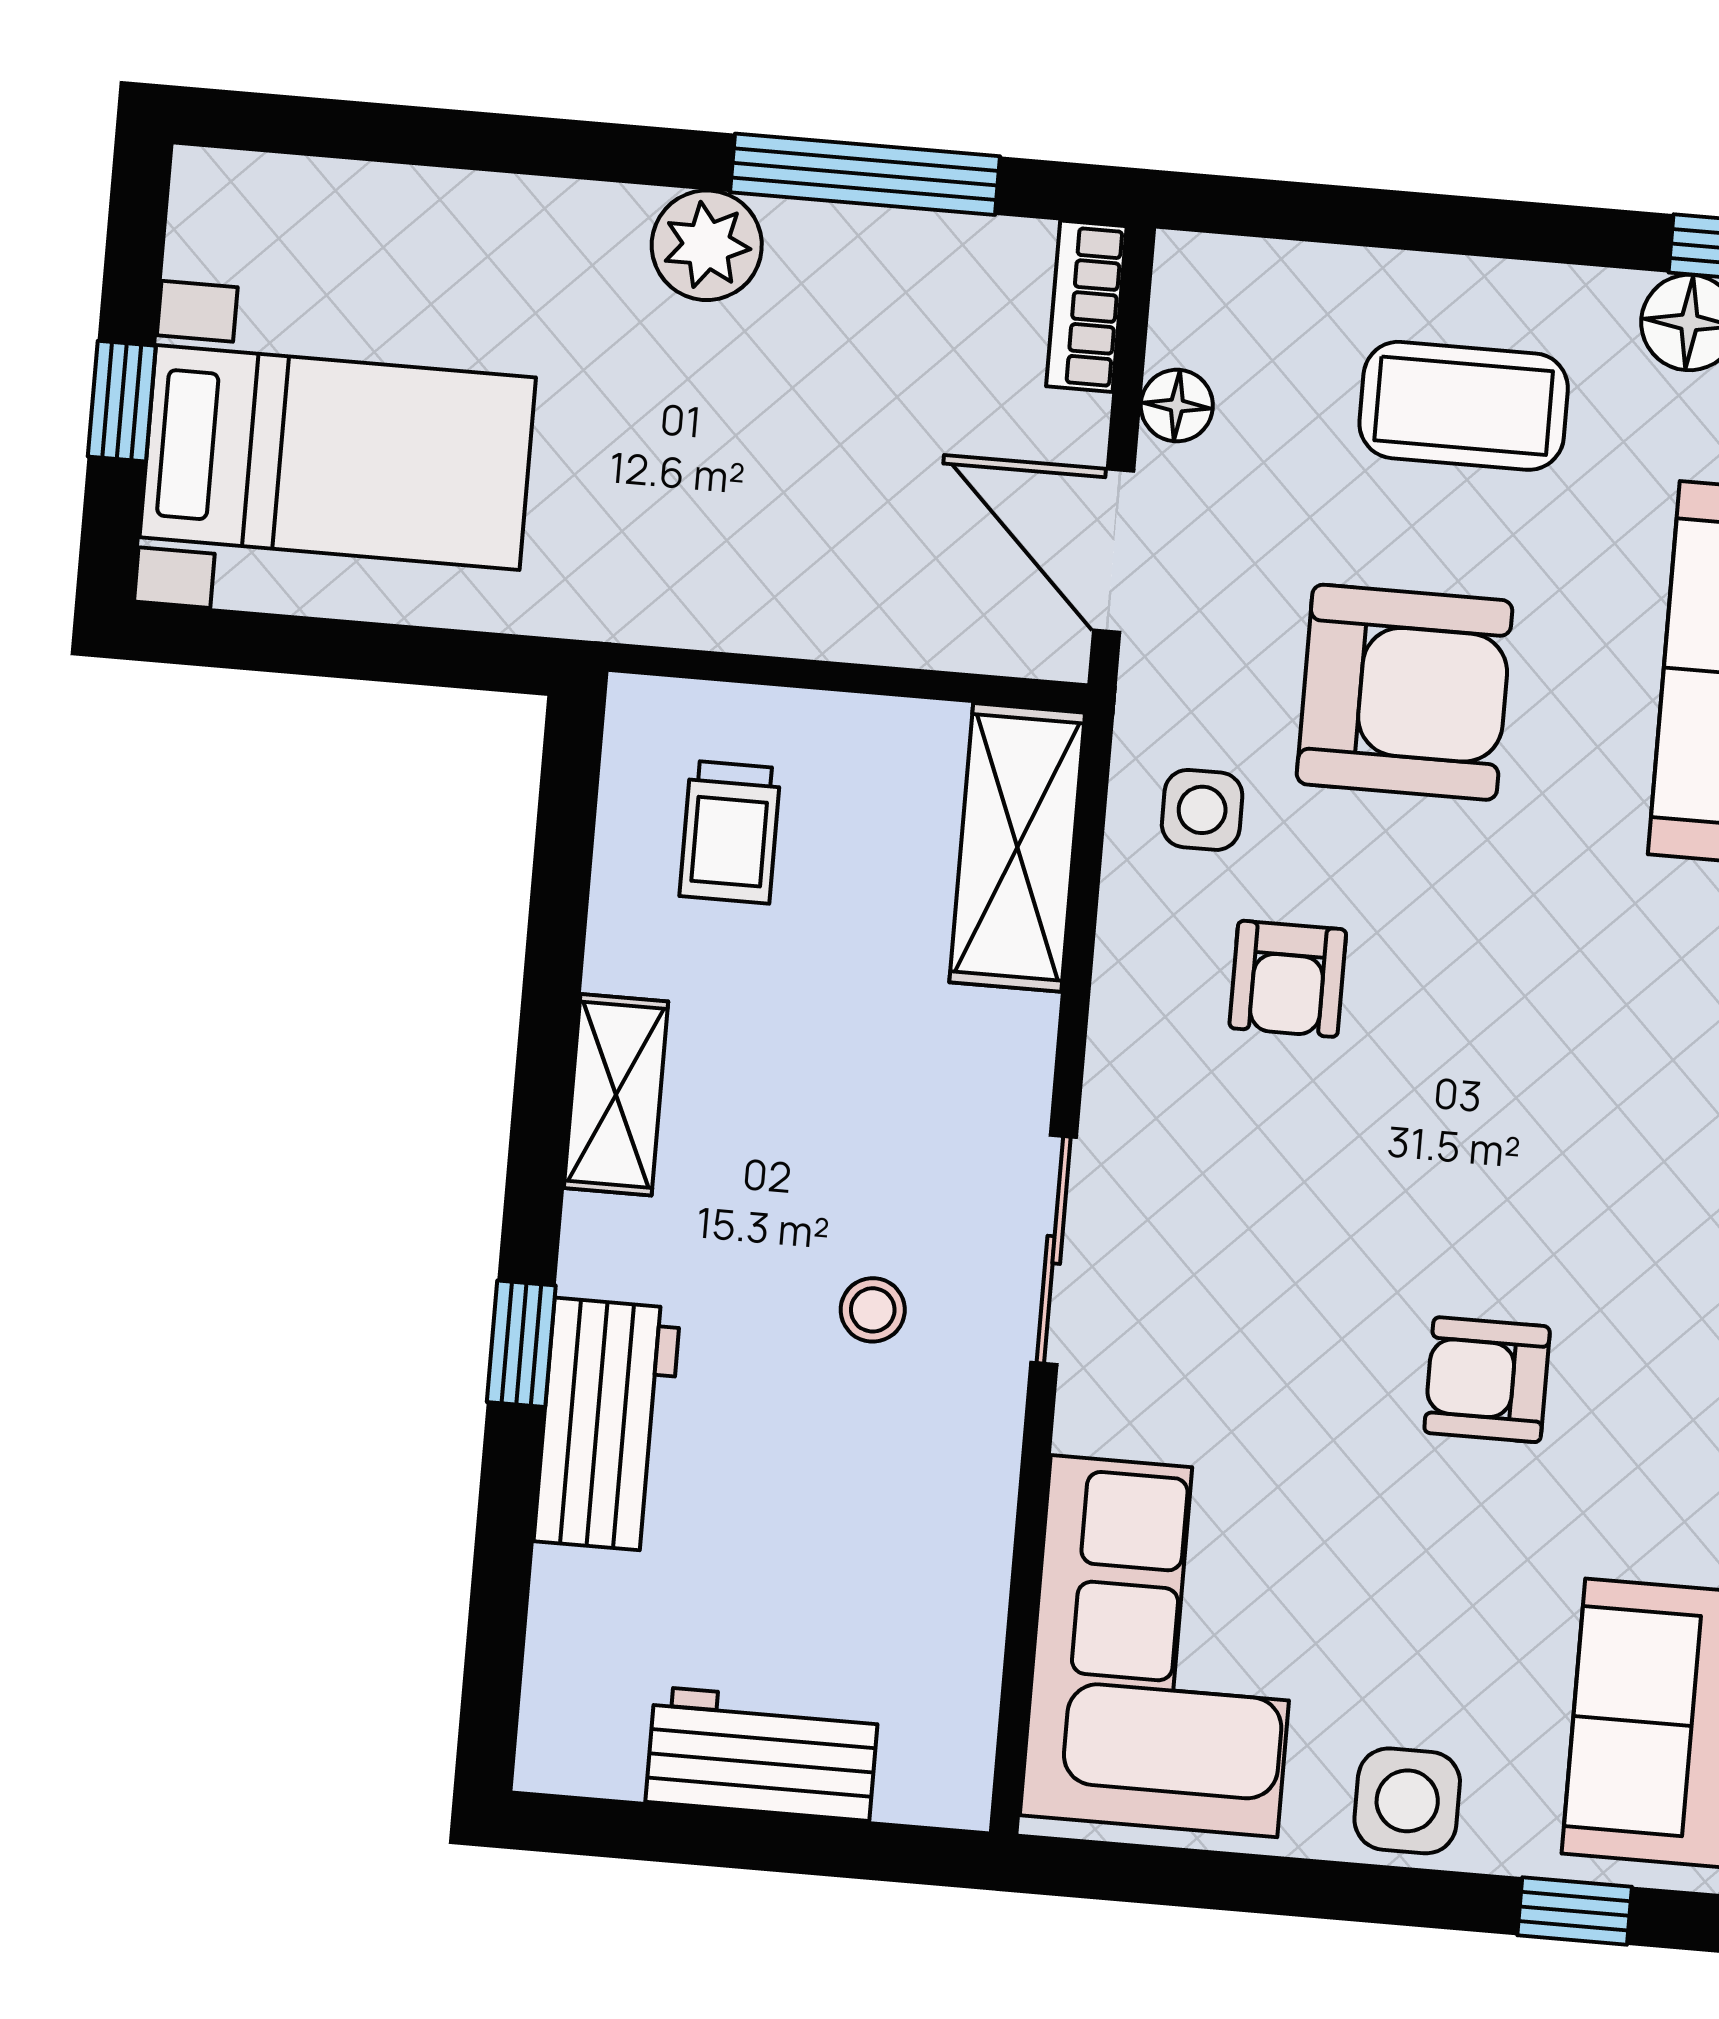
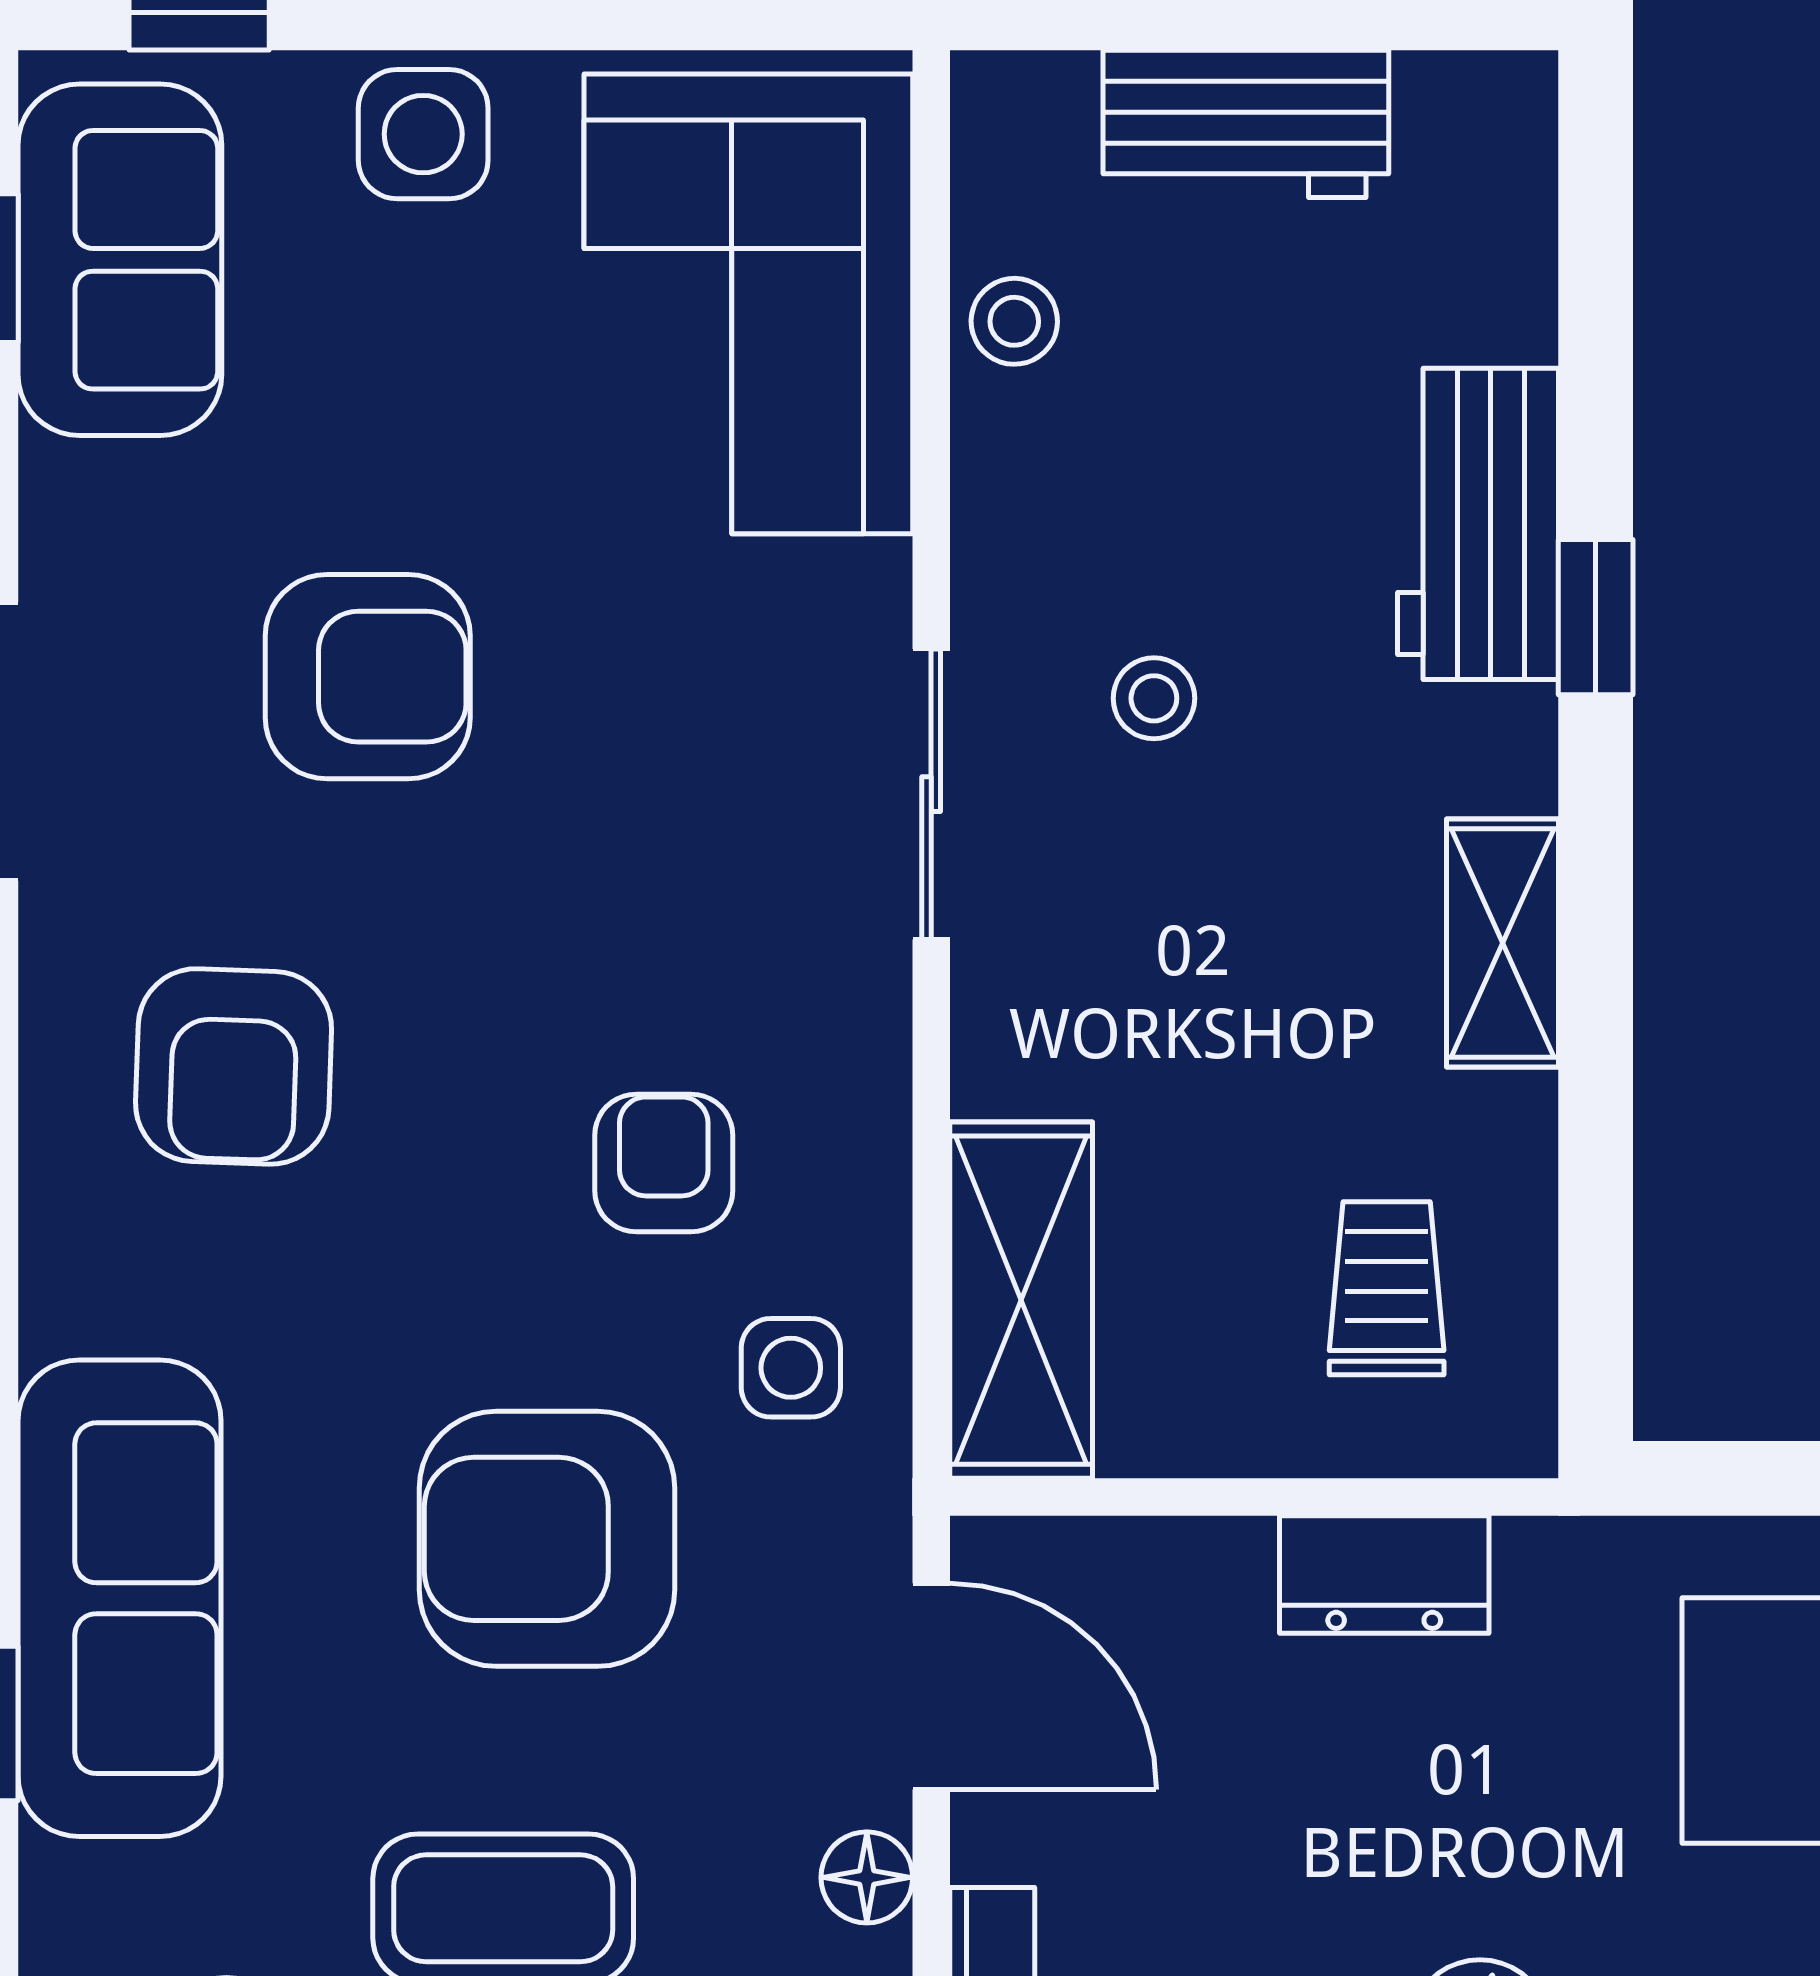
dresser: (751, 608) -> (1384, 1574), added
armchair: (1618, 1083) -> (234, 1066), added
armchair: (1487, 1380) -> (368, 677), width x1.38, depth x1.38
stool: (957, 1615) -> (1014, 321), added

